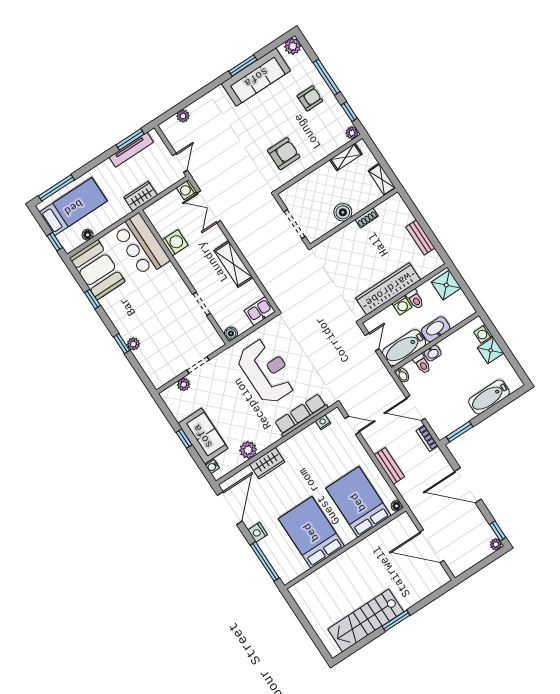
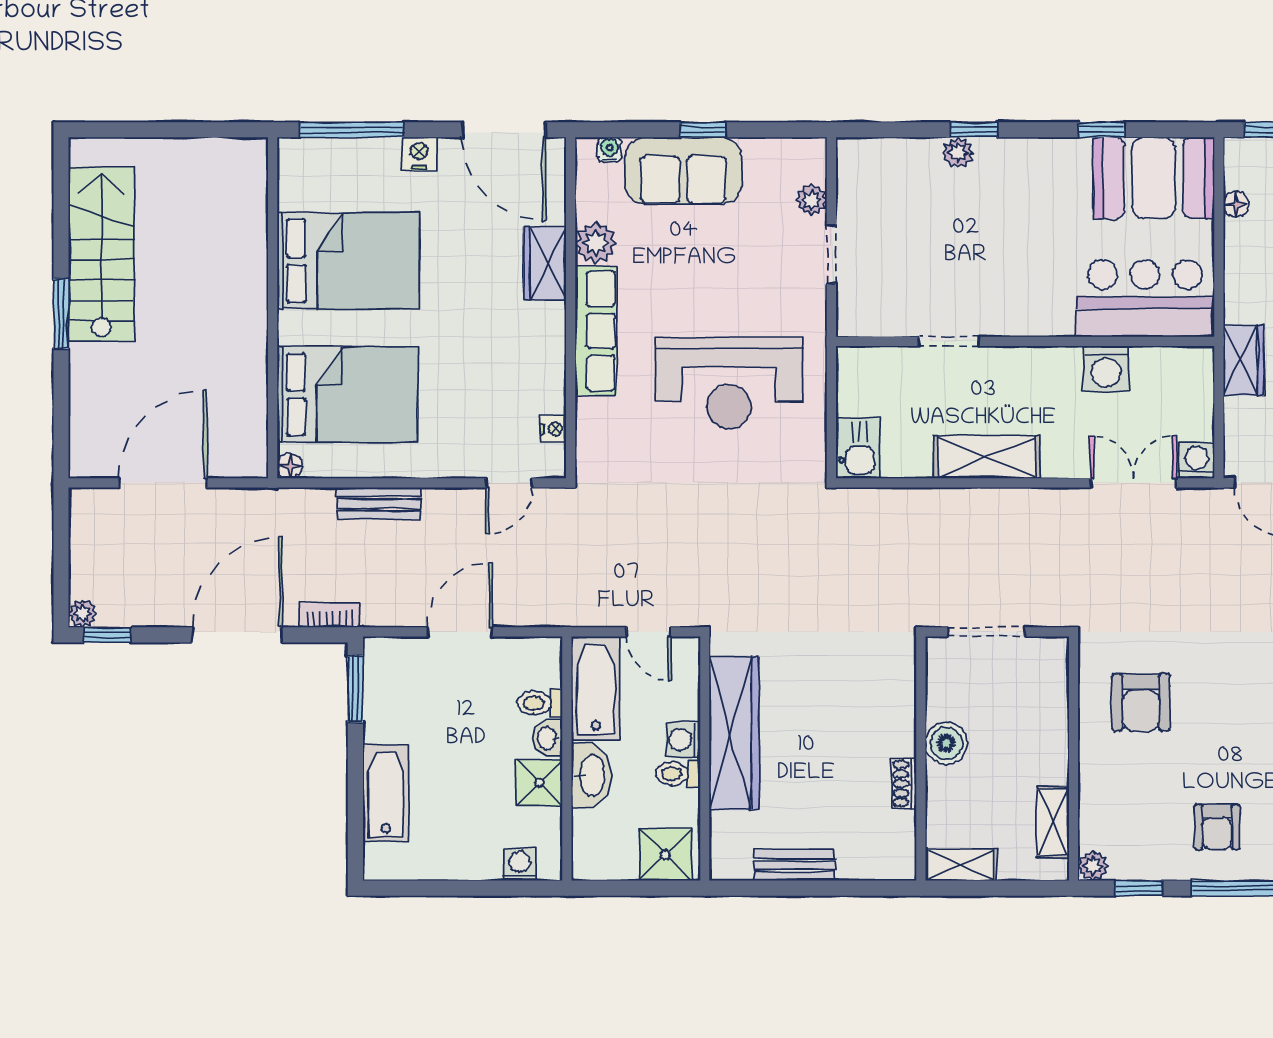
boiler: (231, 333) -> (851, 361), removed
shower: (491, 350) -> (539, 783), moved
bidet: (402, 375) -> (544, 649), removed
row of seats: (301, 415) -> (596, 331), moved
bookcase: (427, 438) -> (330, 615), moved

